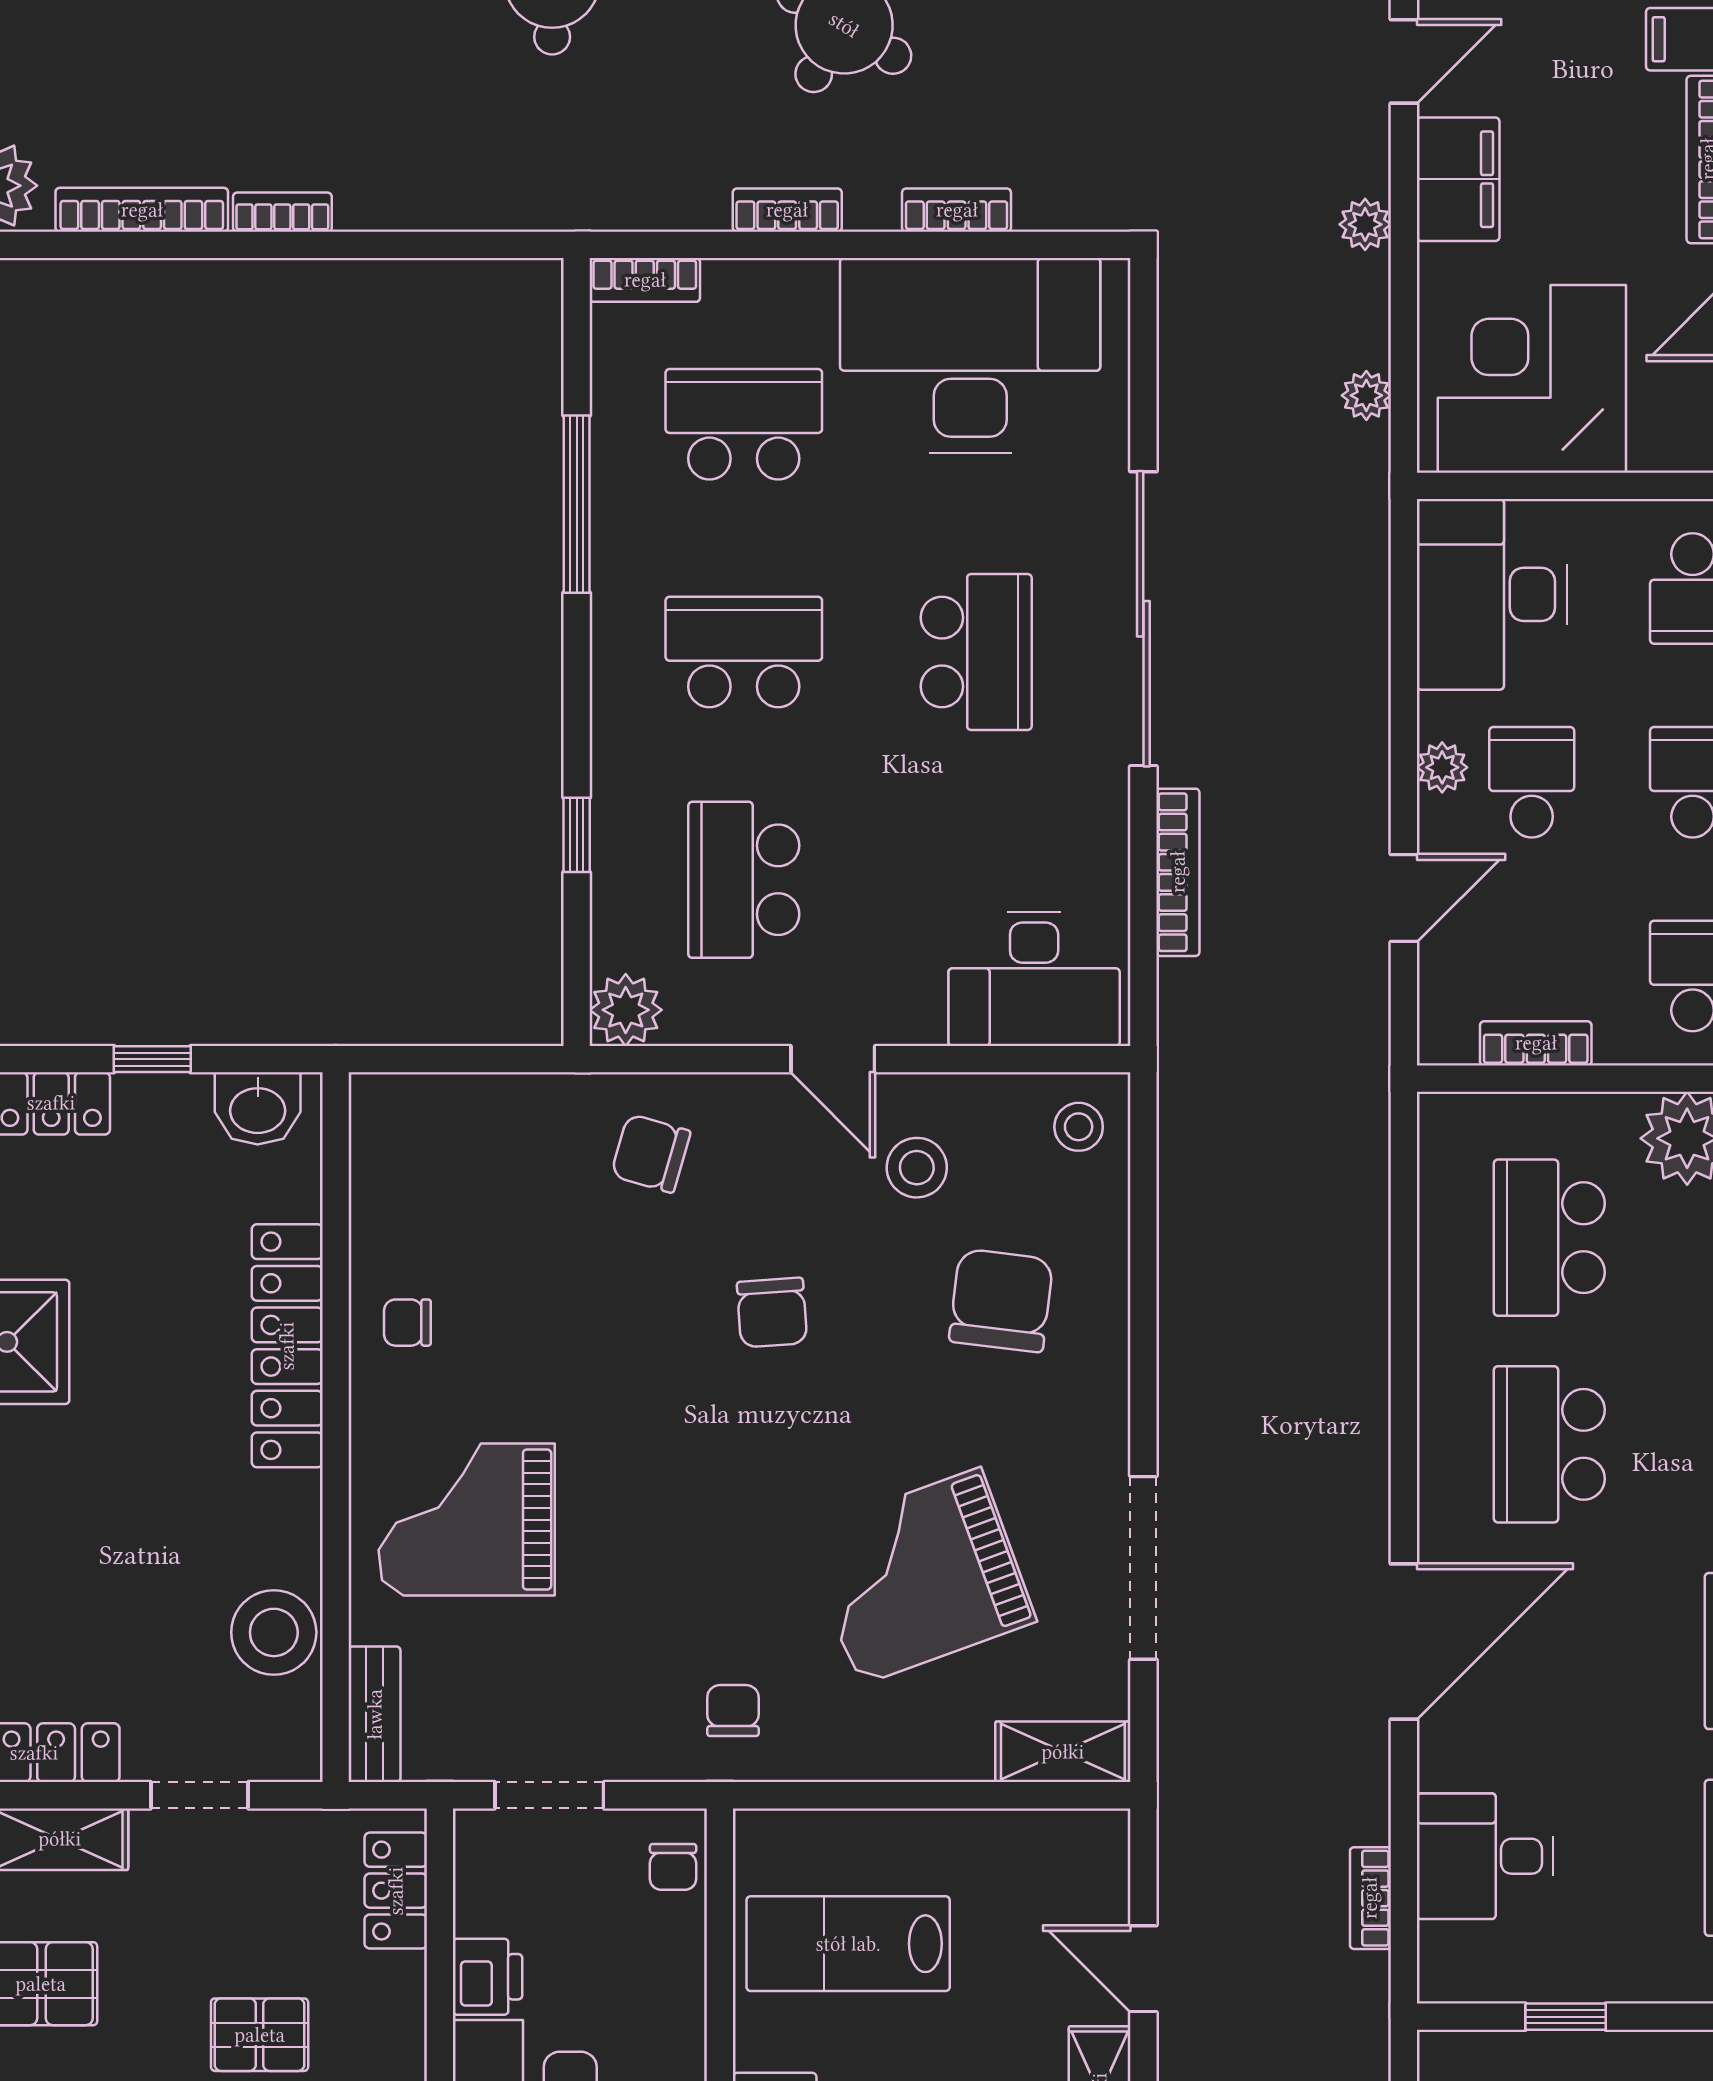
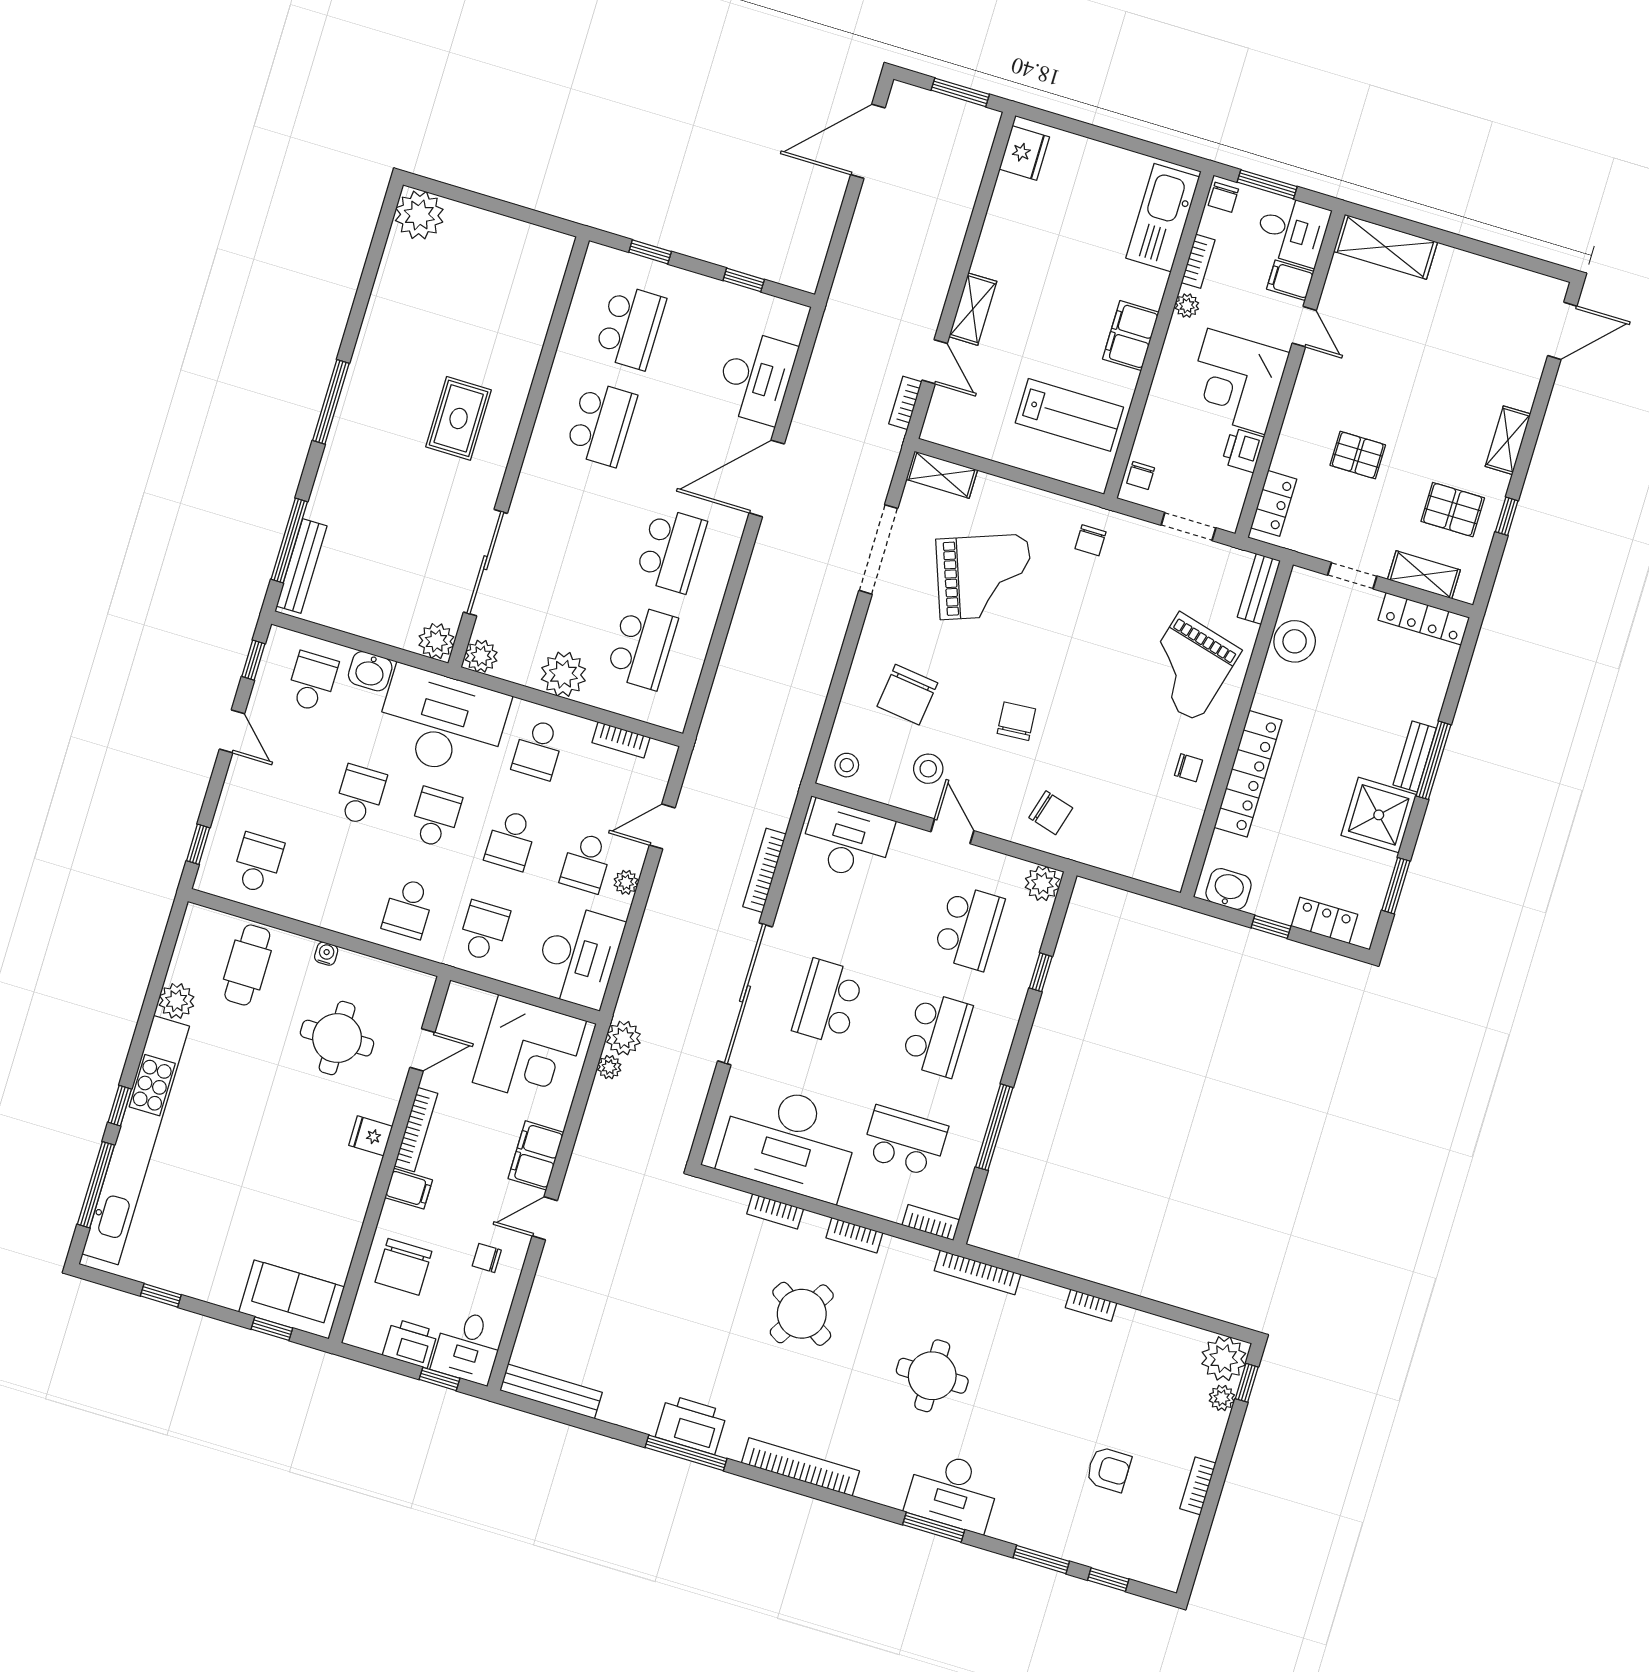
bookcase: (142, 210) -> (978, 1272), moved
plant: (1365, 224) -> (624, 1038), moved, width x1.38, depth x1.38
school desk: (744, 424) -> (905, 1141), turned 180
school desk: (744, 652) -> (937, 1034), turned -90
grand piano: (467, 1520) -> (1188, 667), turned 105
desk: (1485, 1856) -> (756, 377), width x1.37
chair: (673, 1867) -> (1141, 476), turned 180
bookcase: (1370, 1898) -> (905, 403), moved, turned 180

